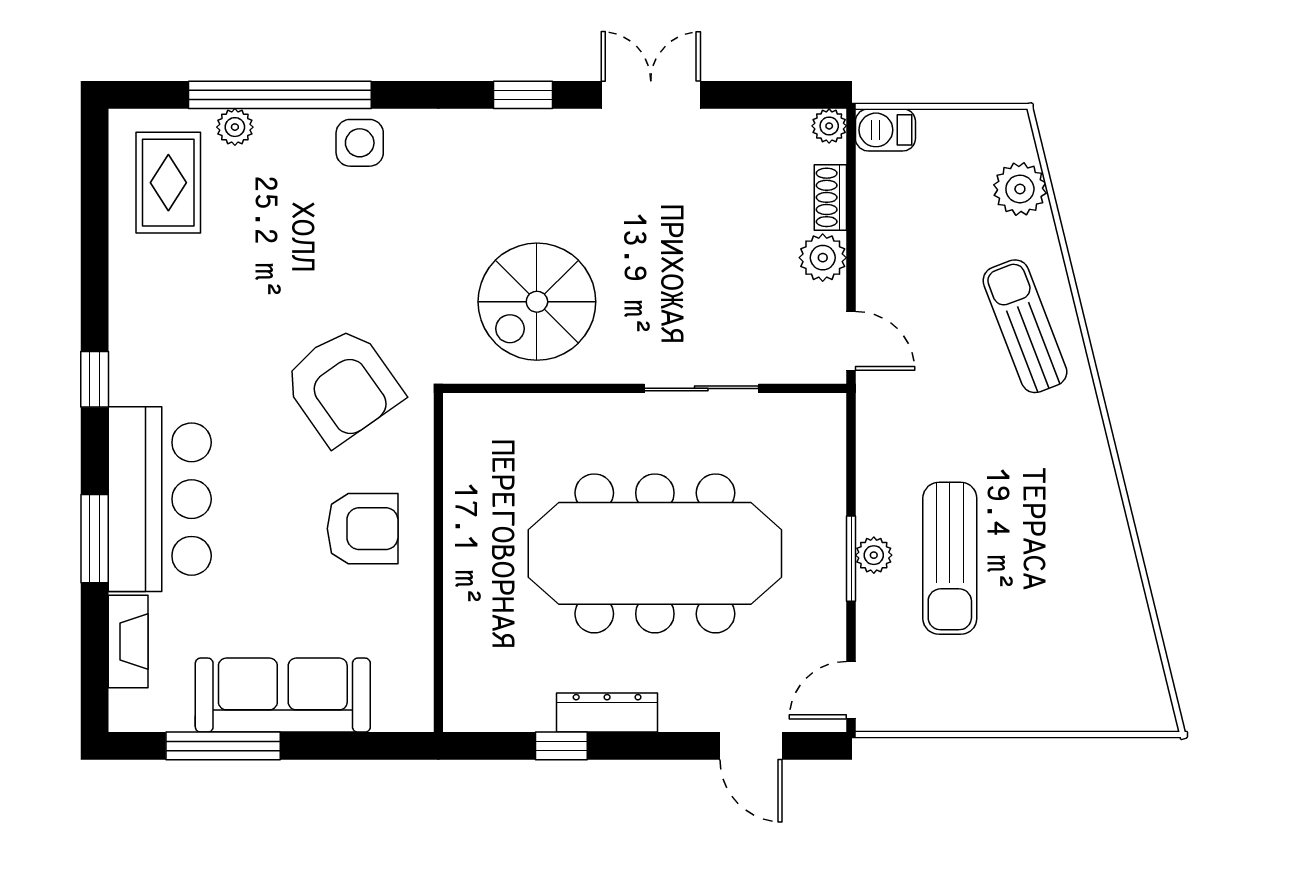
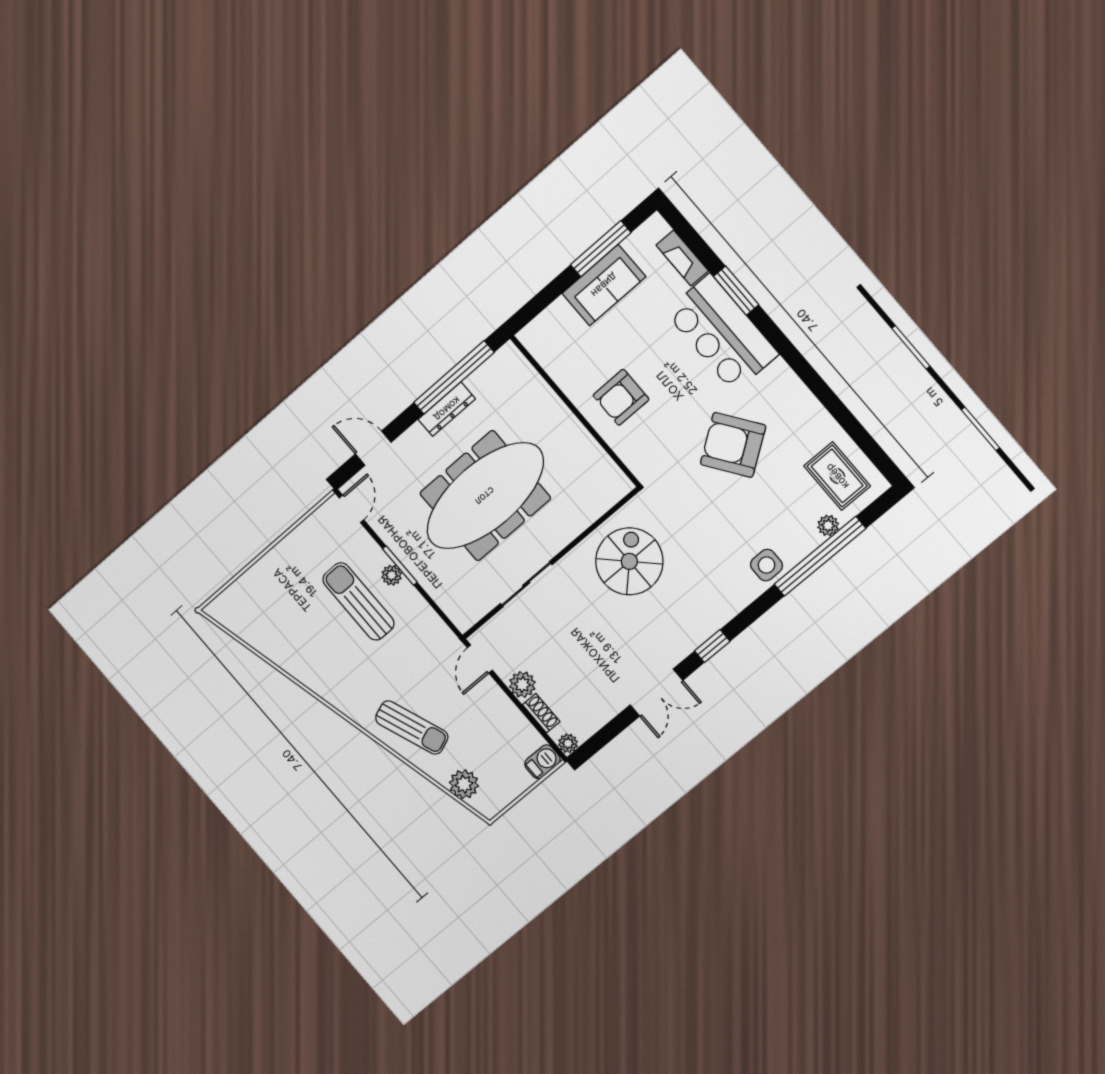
door: (851, 341) -> (480, 659), hinge flipped
window: (95, 379) -> (796, 361), removed
armchair: (343, 386) -> (733, 445), moved
sofa: (283, 695) -> (604, 285), width x0.73
window: (561, 746) -> (454, 377), width x3.17

